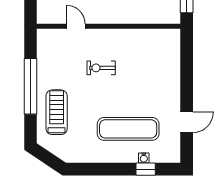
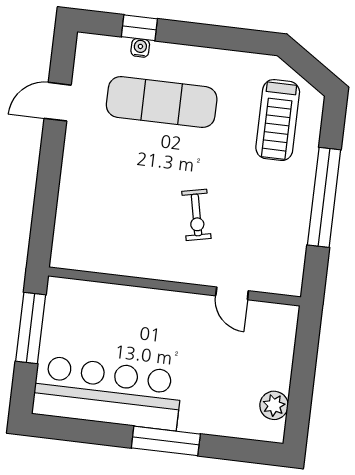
exercise bike: (101, 68) -> (196, 215), turned 78
treadmill: (57, 112) -> (278, 120), moved

